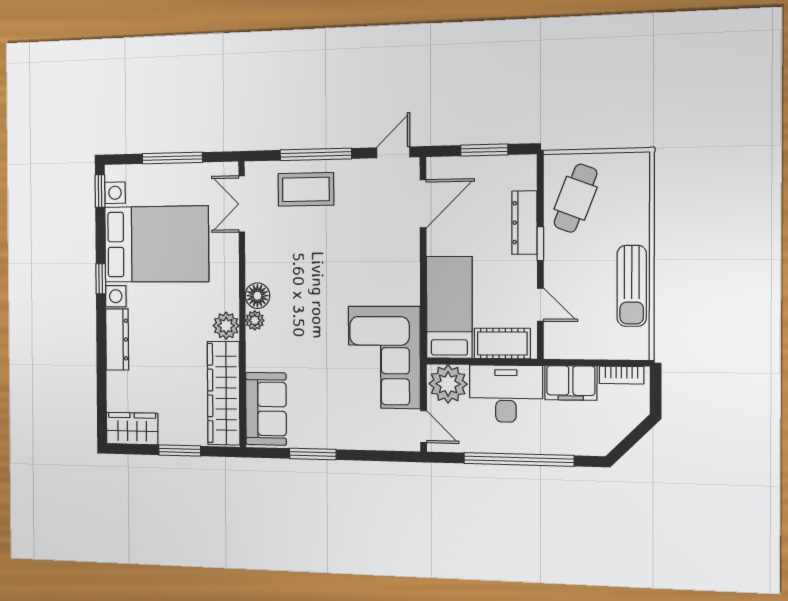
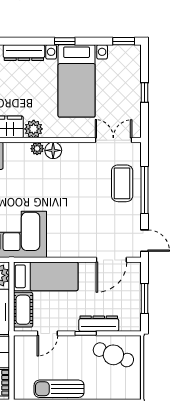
window: (172, 158) -> (145, 92), width x0.46
door: (423, 204) -> (111, 260), hinge flipped
bed with nightstands: (156, 244) -> (77, 81), width x0.73

